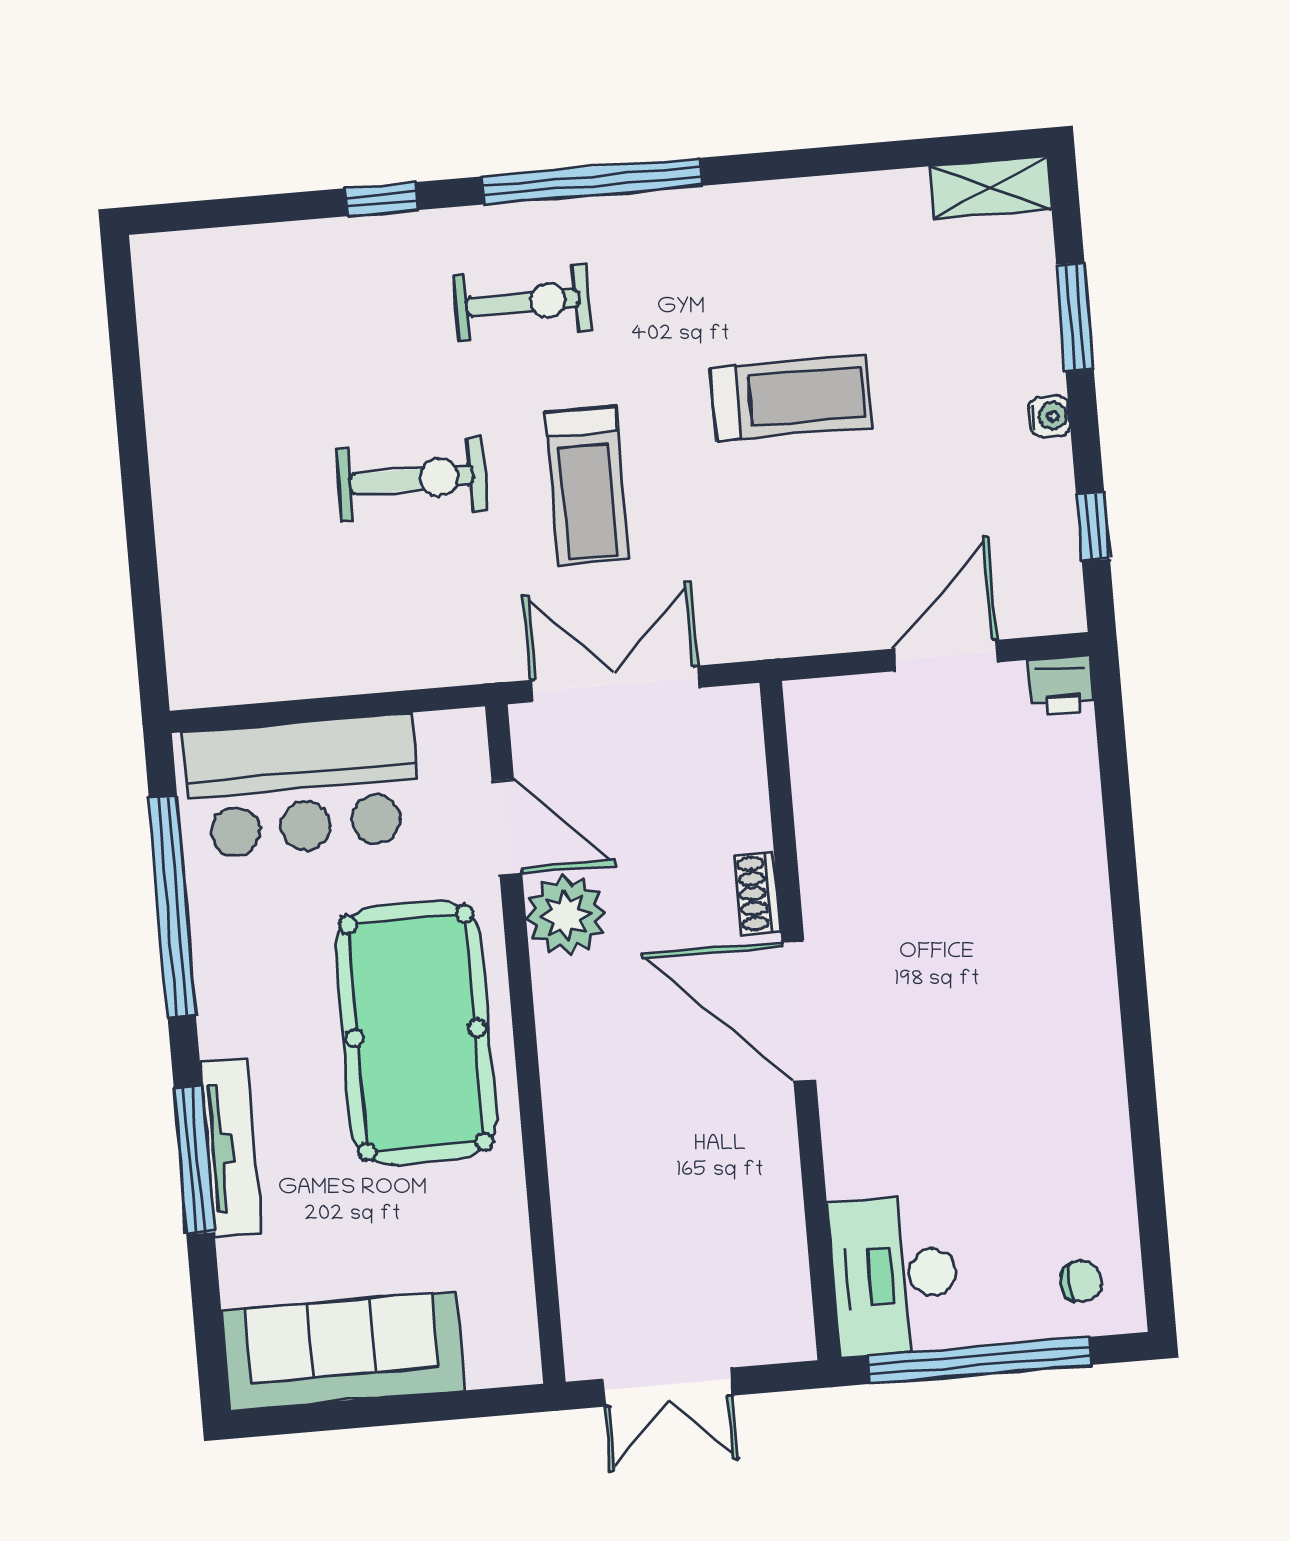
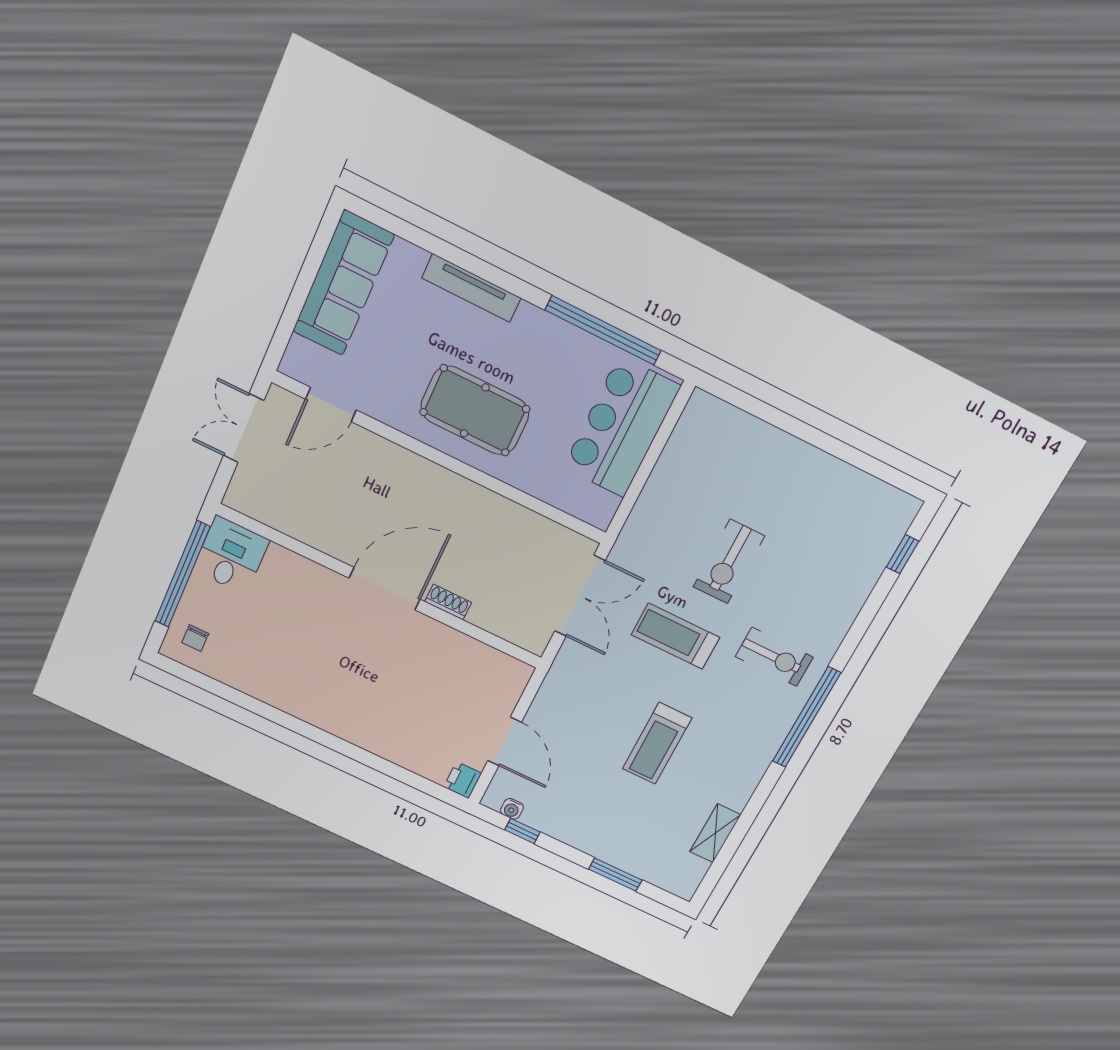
shelving: (991, 188) -> (715, 833), moved
window: (381, 199) -> (903, 554), moved
exercise bike: (523, 302) -> (774, 657), turned -90
water cooler: (1049, 416) -> (512, 809), moved
door: (507, 827) -> (331, 404), moved
plant: (566, 915) -> (489, 512), removed
pool table: (416, 1033) -> (475, 410), width x0.73, depth x0.76
window: (194, 1160) -> (476, 266), removed
desk: (894, 1275) -> (231, 555), width x0.73

